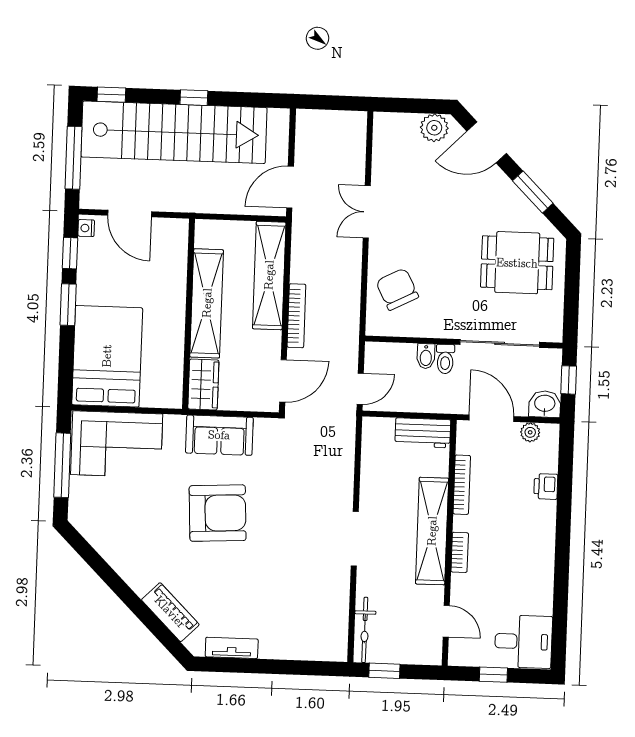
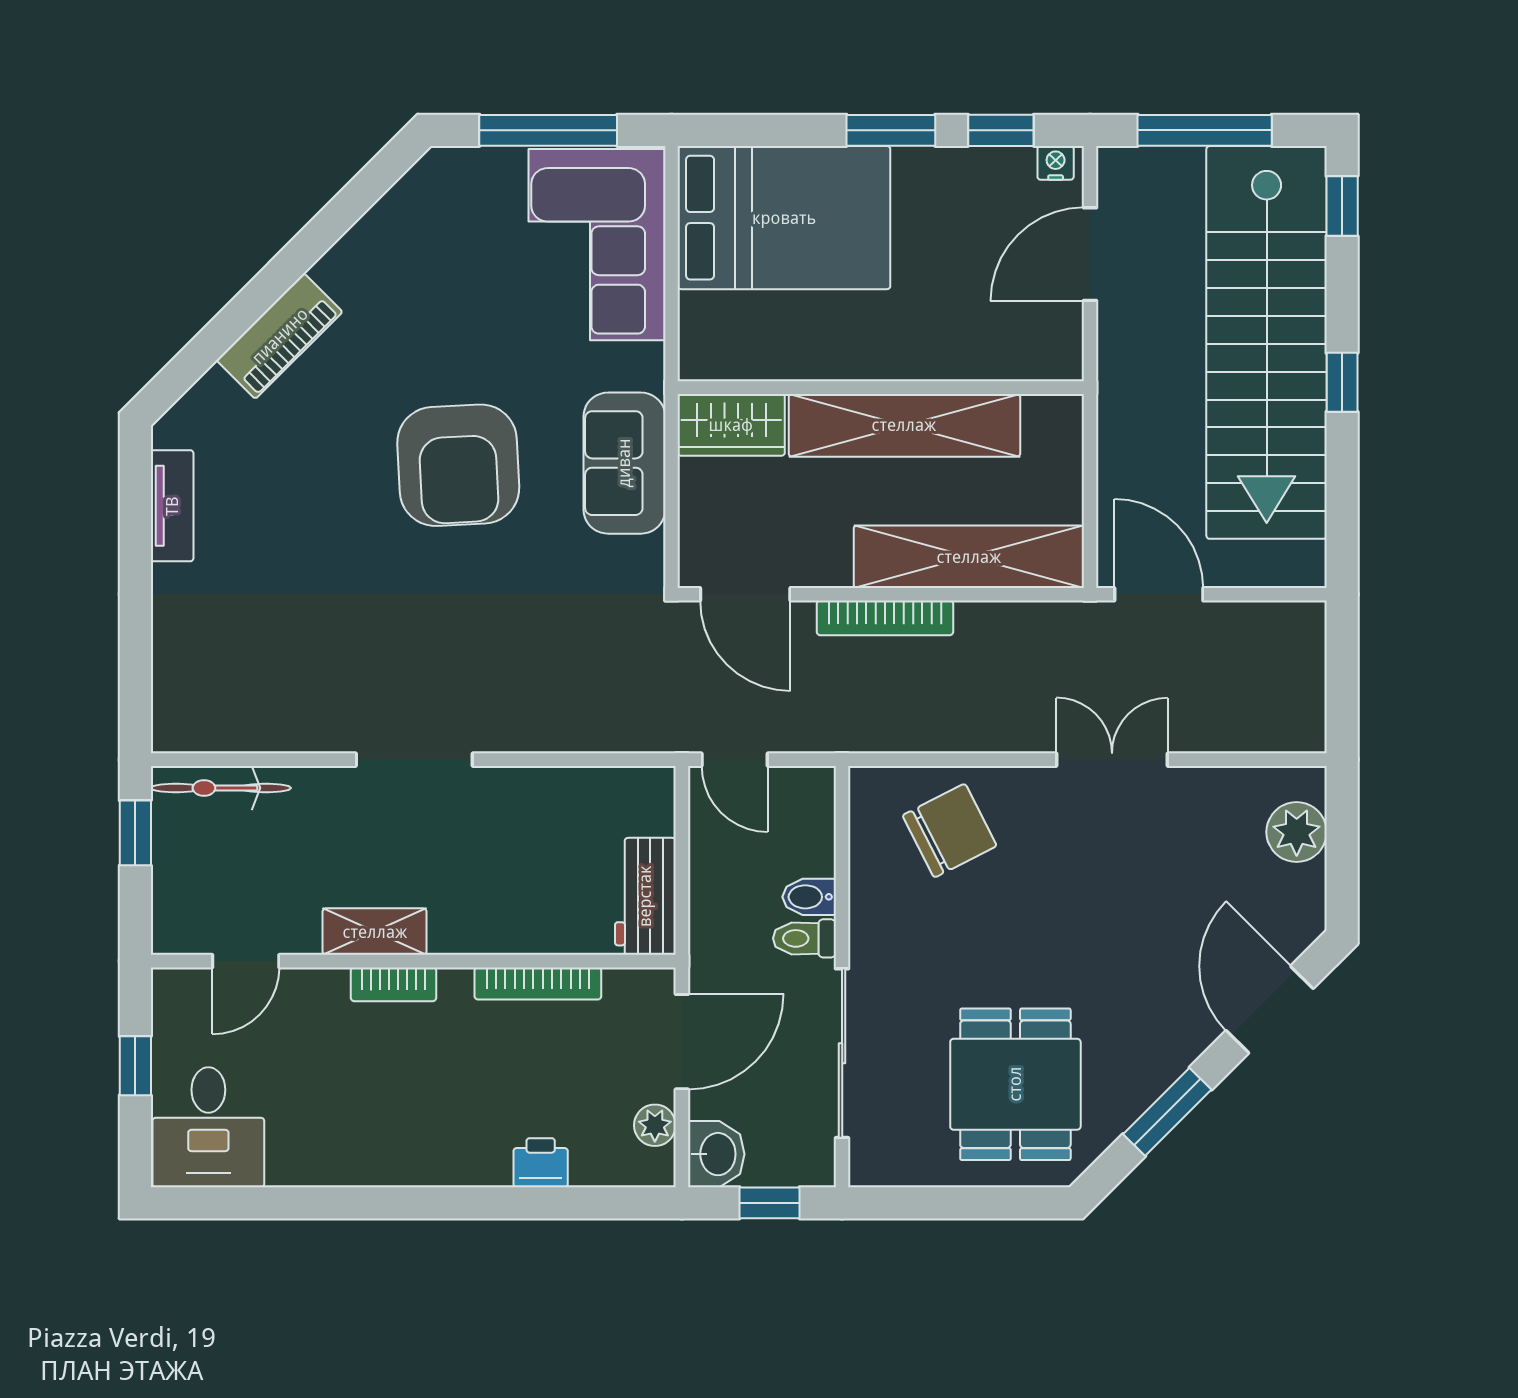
plant: (434, 128) -> (1297, 832), moved
shelving: (432, 531) -> (375, 932), width x0.45, depth x0.75
piano: (170, 612) -> (280, 336), moved

